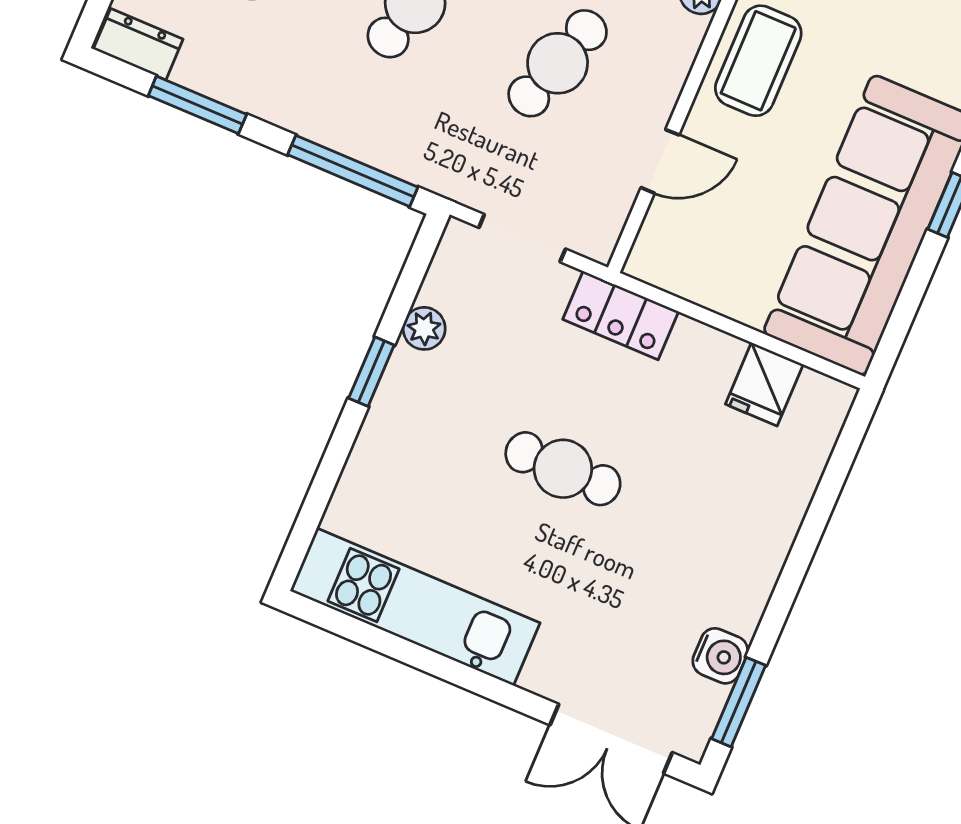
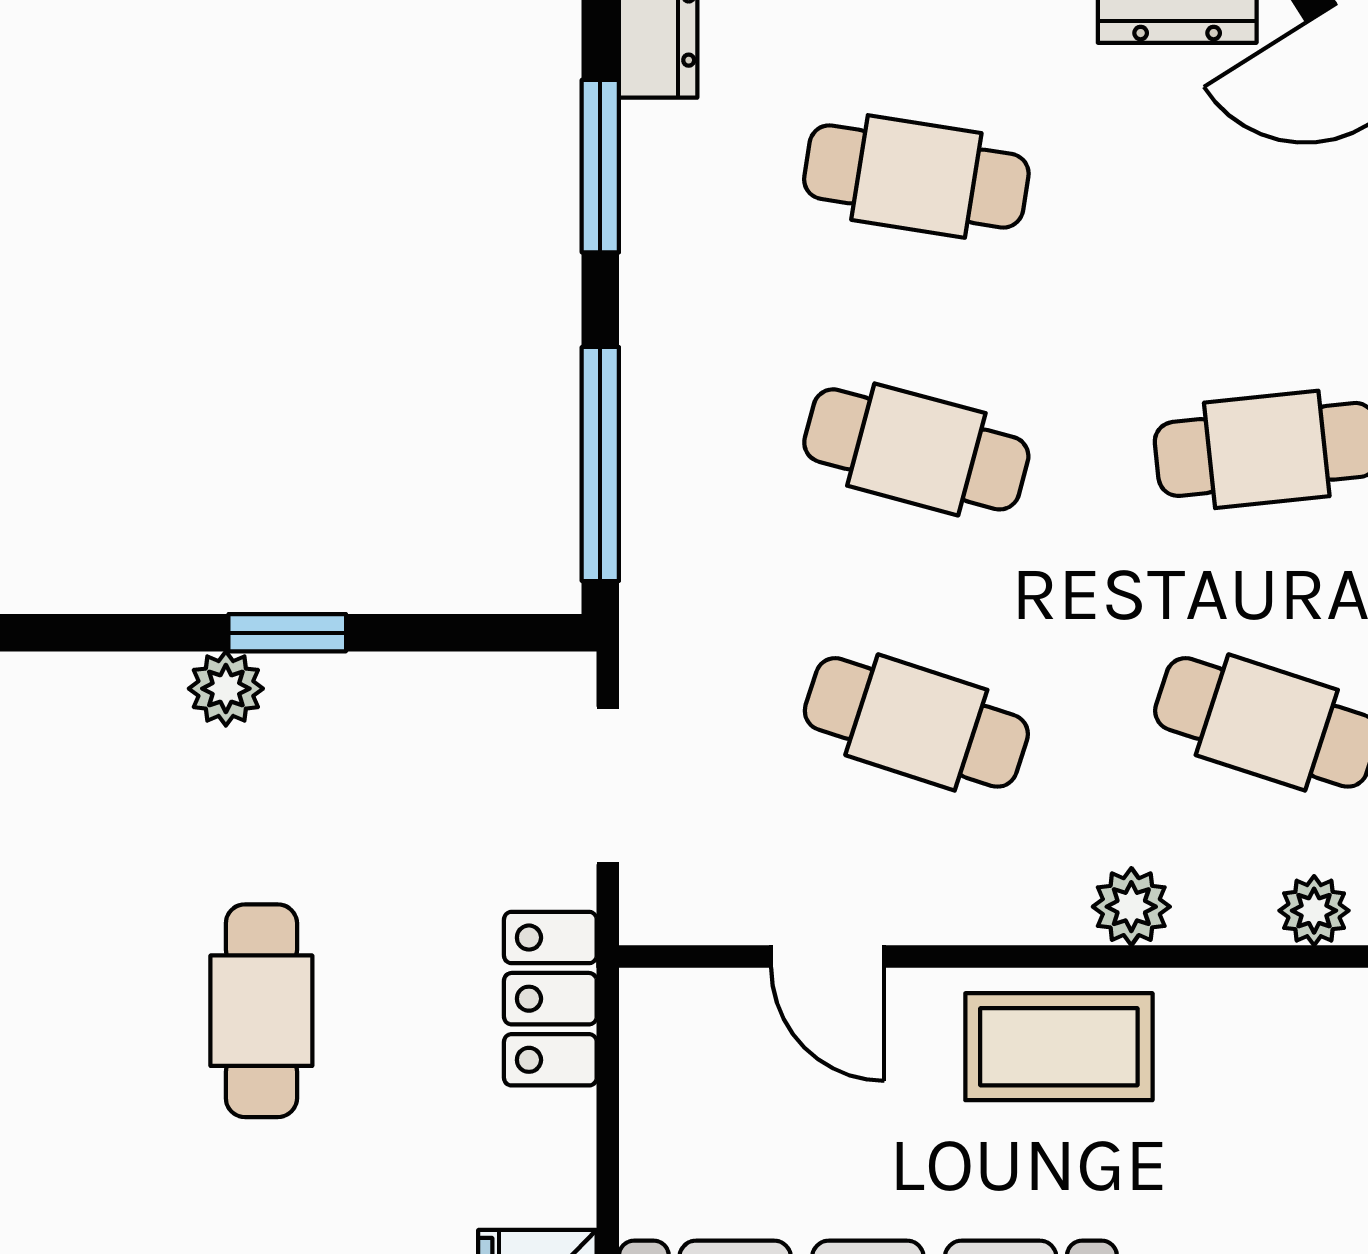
plant: (424, 328) -> (226, 689), moved

